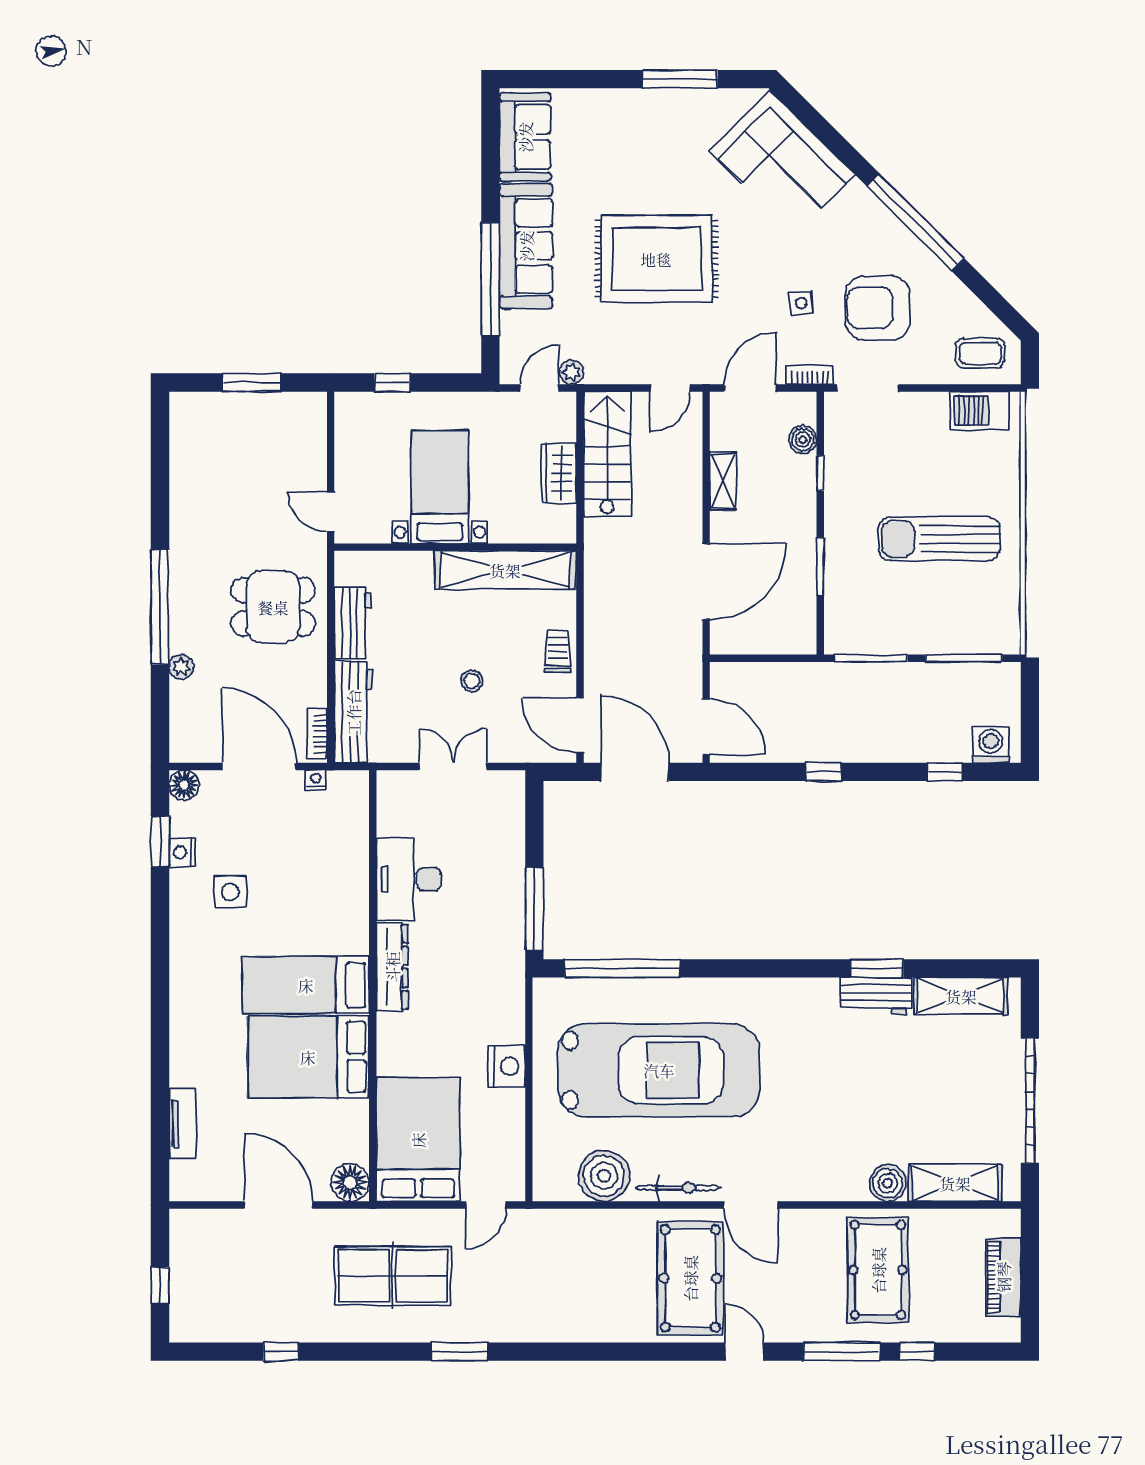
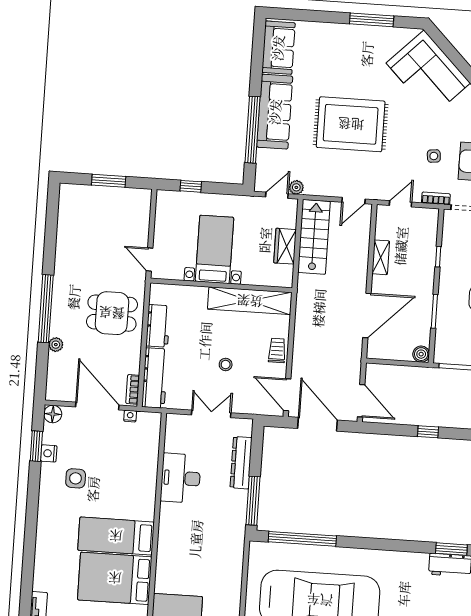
door: (750, 388) -> (401, 204), width x0.73
boiler: (803, 440) -> (421, 354), moved
dresser: (392, 967) -> (241, 463), moved, turned 180
nightstand: (507, 1066) -> (231, 592), removed

